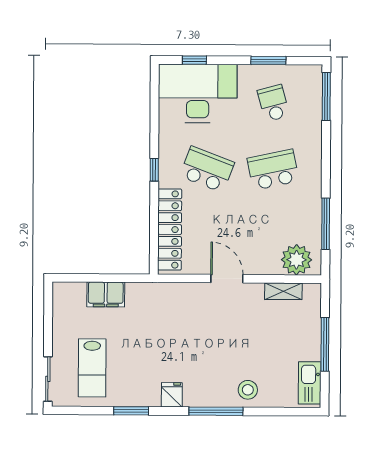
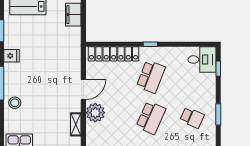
desk: (198, 93) -> (202, 60), width x0.53, depth x0.77
school desk: (273, 103) -> (192, 118), turned 39
school desk: (273, 170) -> (151, 118), turned 36
plant: (296, 260) -> (95, 113), moved

